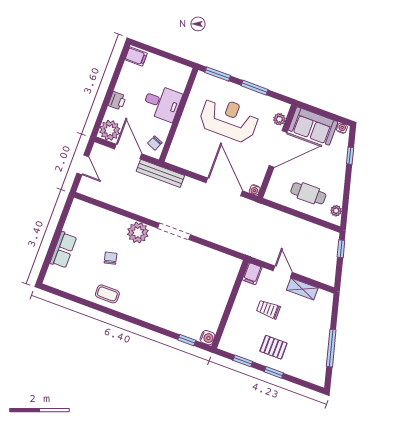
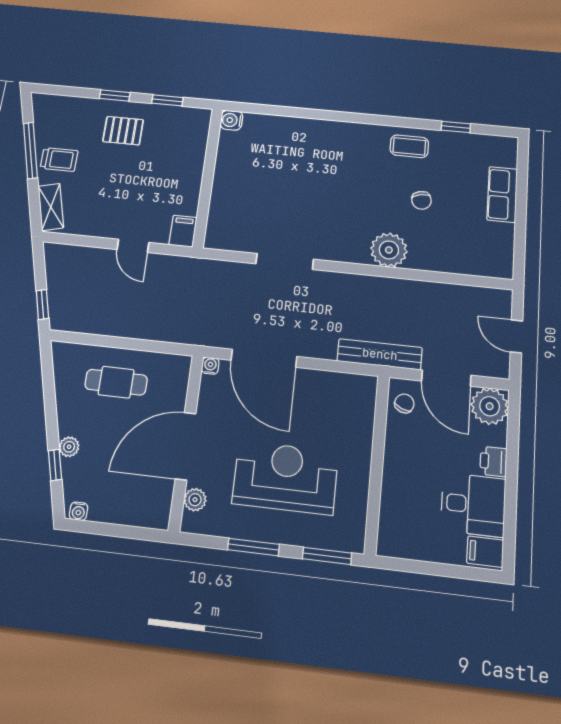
desk: (162, 103) -> (473, 505), moved, turned 180
reception desk: (229, 119) -> (285, 478), turned 180
sofa: (313, 126) -> (132, 502), removed
plant: (336, 211) -> (69, 447), moved
doorway: (174, 231) -> (285, 261), moved
shelving: (302, 289) -> (51, 207), moved, turned 75
trolley: (268, 309) -> (59, 159), moved
window: (187, 340) -> (456, 127), moved

